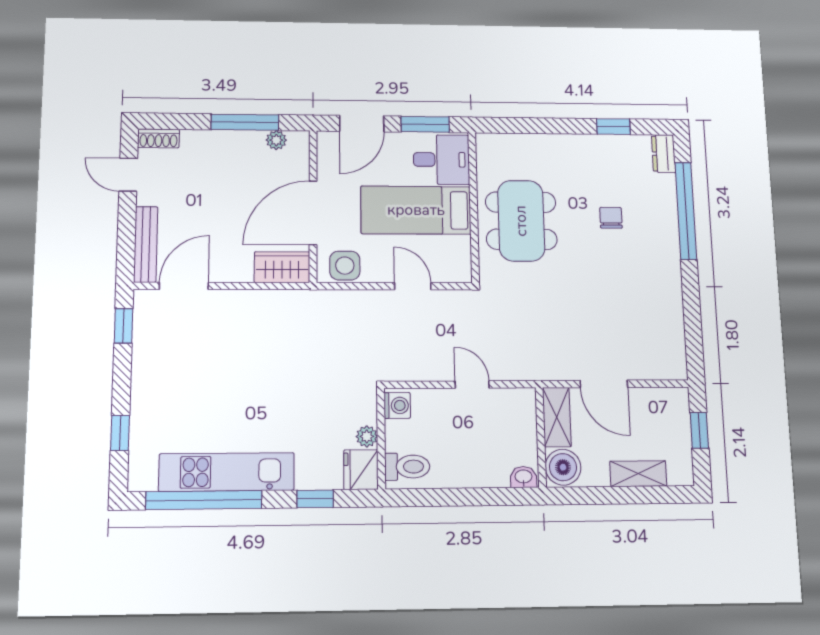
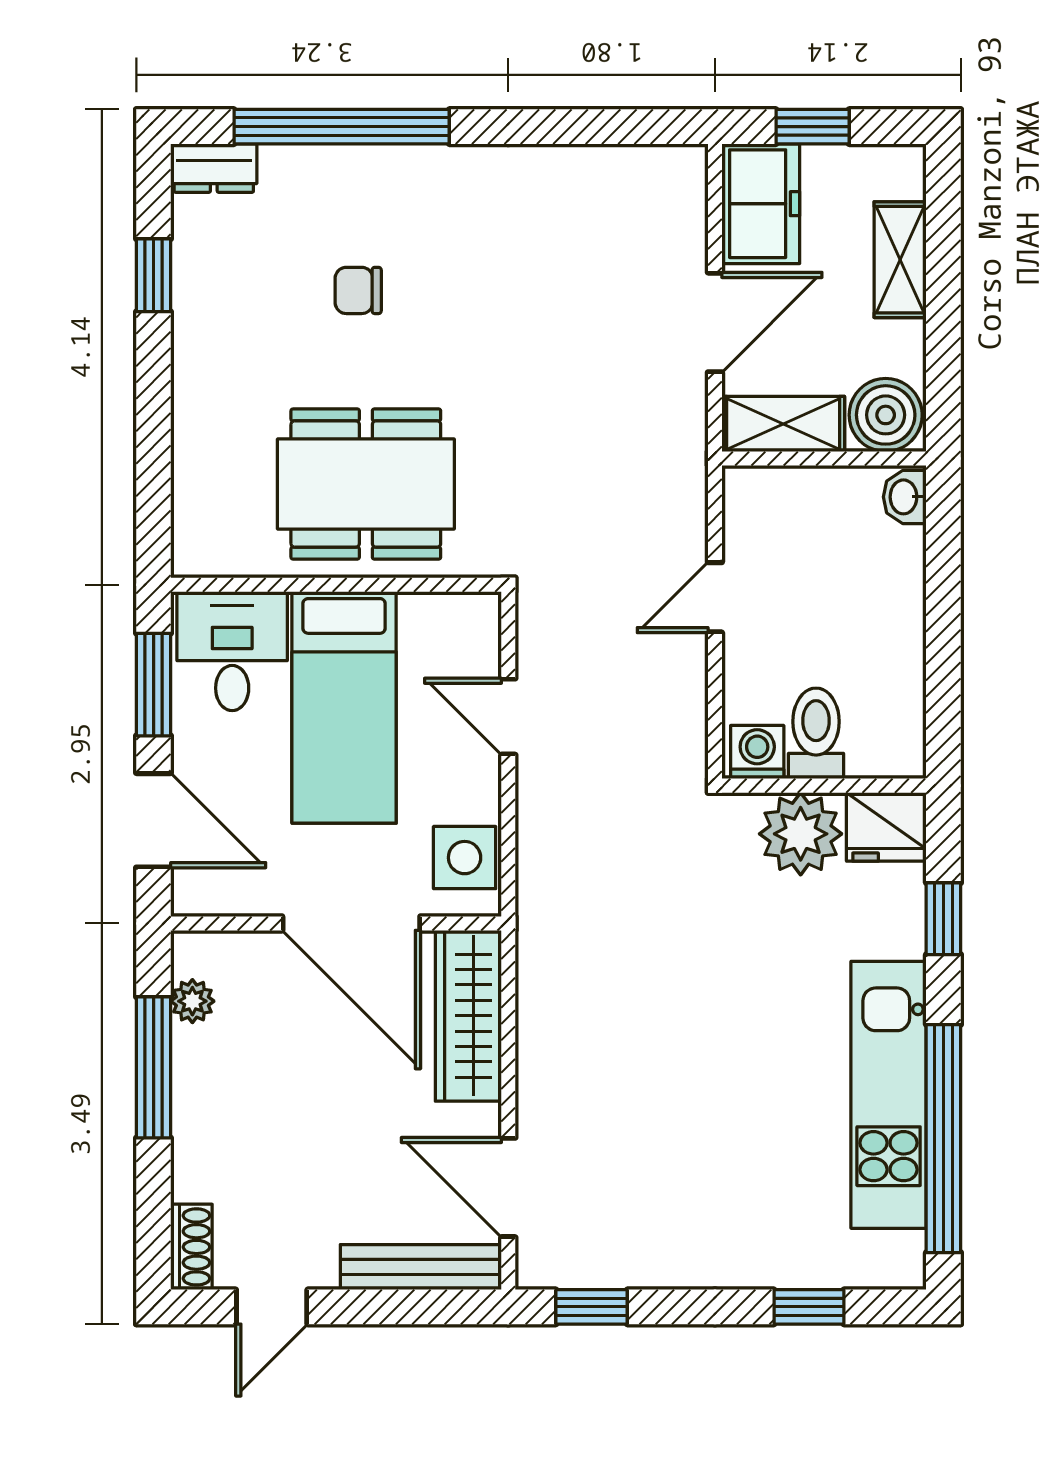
wardrobe: (282, 267) -> (468, 1016), width x1.50
door: (413, 286) -> (508, 717), hinge flipped
freezer: (661, 406) -> (761, 204), added
plant: (367, 436) -> (801, 834), width x1.87, depth x1.87
toilet: (407, 467) -> (816, 733), moved

